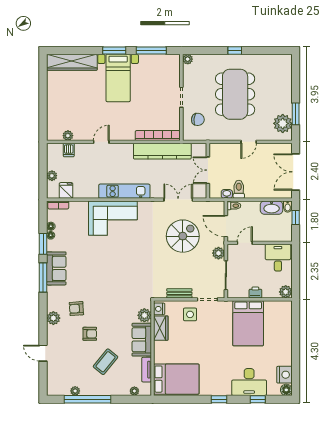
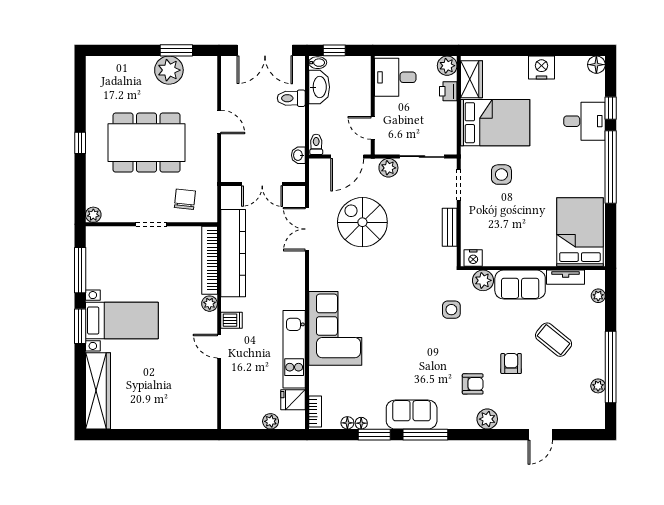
plant: (283, 123) -> (169, 70), moved
plant: (68, 136) -> (210, 304), moved
dishwasher: (69, 150) -> (231, 320), moved
toilet: (239, 189) -> (291, 98), moved
kitchen unit: (124, 191) -> (294, 349), moved
printer: (255, 293) -> (448, 91), moved
side table: (125, 295) -> (451, 310), added
armchair: (76, 309) -> (473, 384), turned -86
side table: (190, 314) -> (501, 175), moved
wardrobe: (161, 328) -> (471, 79), moved, turned 90
nightstand: (284, 375) -> (541, 68), moved
desk: (249, 382) -> (585, 121), width x0.73
window: (219, 399) -> (611, 167), width x3.17

